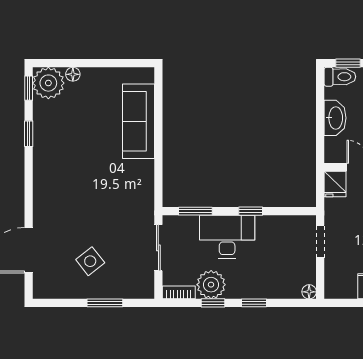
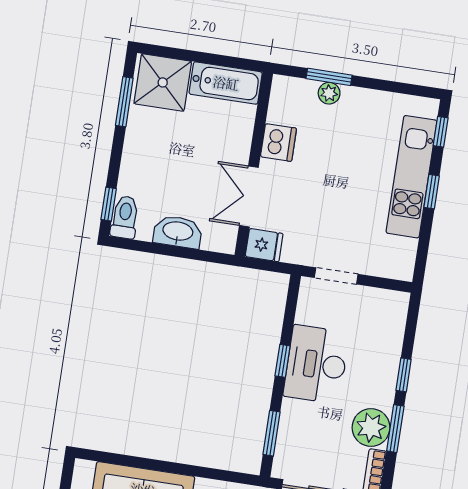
desk: (227, 237) -> (316, 364), moved
floor lamp: (309, 292) -> (400, 301), removed
window: (213, 303) -> (395, 429), width x1.50

